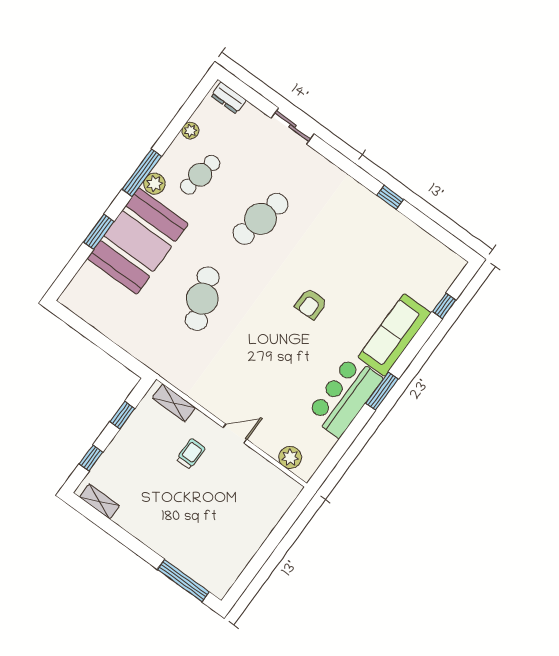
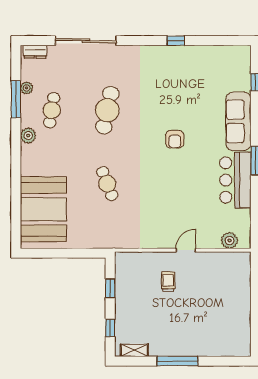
sliding door: (293, 126) -> (86, 41), width x1.86
window: (142, 173) -> (16, 99), moved
window: (99, 232) -> (16, 189), removed
booth: (138, 241) -> (43, 209), moved
cafe table: (202, 299) -> (107, 184), width x0.73, depth x0.74
shelving: (174, 403) -> (136, 259), removed
window: (183, 581) -> (177, 361), moved

